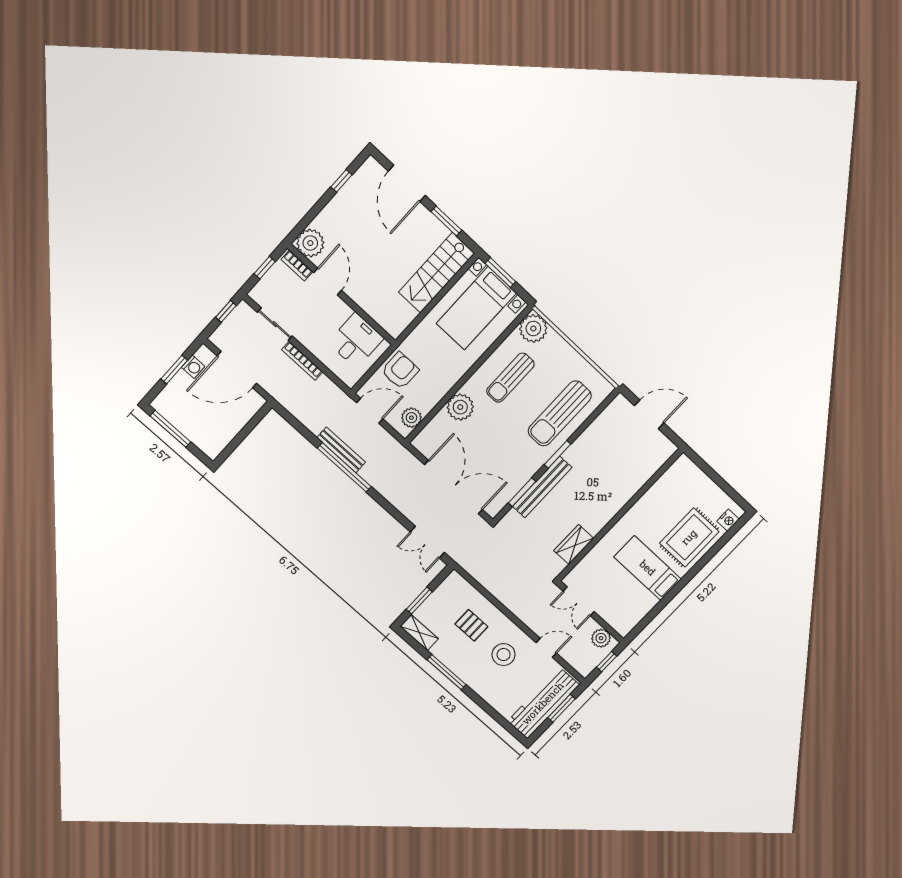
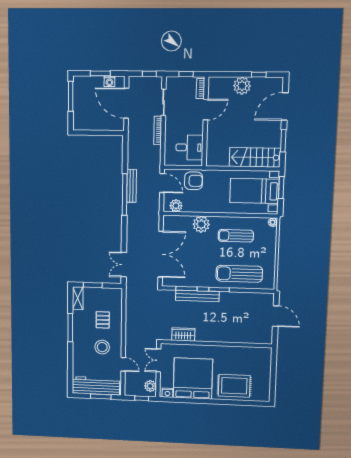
plant: (310, 243) -> (242, 86), moved
plant: (533, 329) -> (273, 222), width x0.53, depth x0.53
nightstand: (728, 520) -> (167, 393), moved
bed: (648, 568) -> (193, 379), width x2.04

